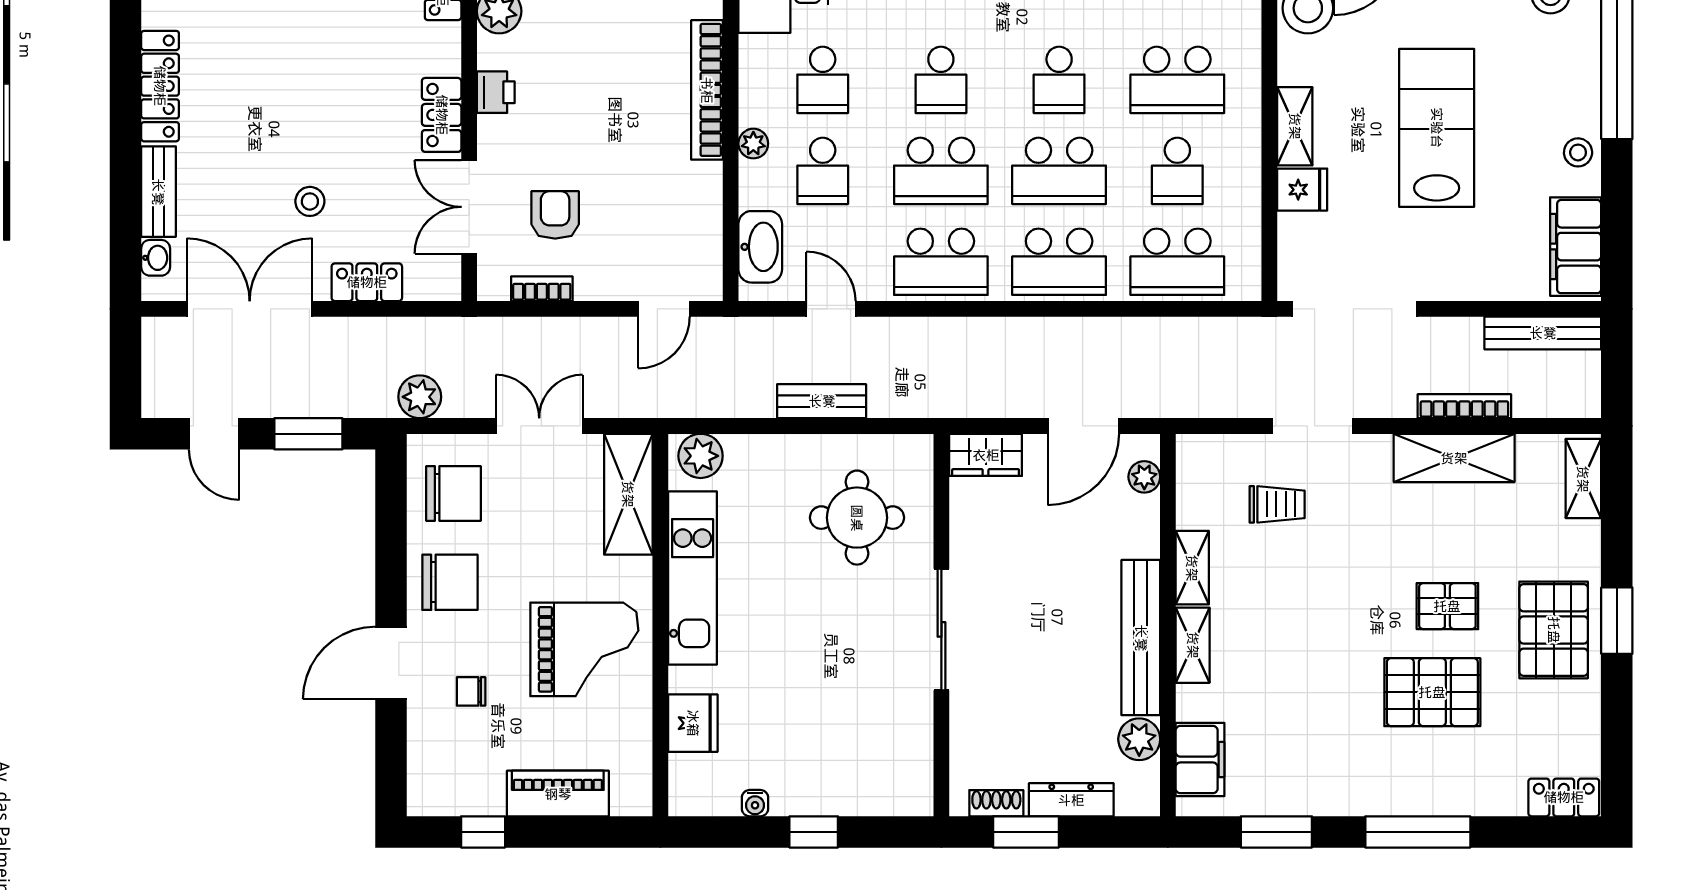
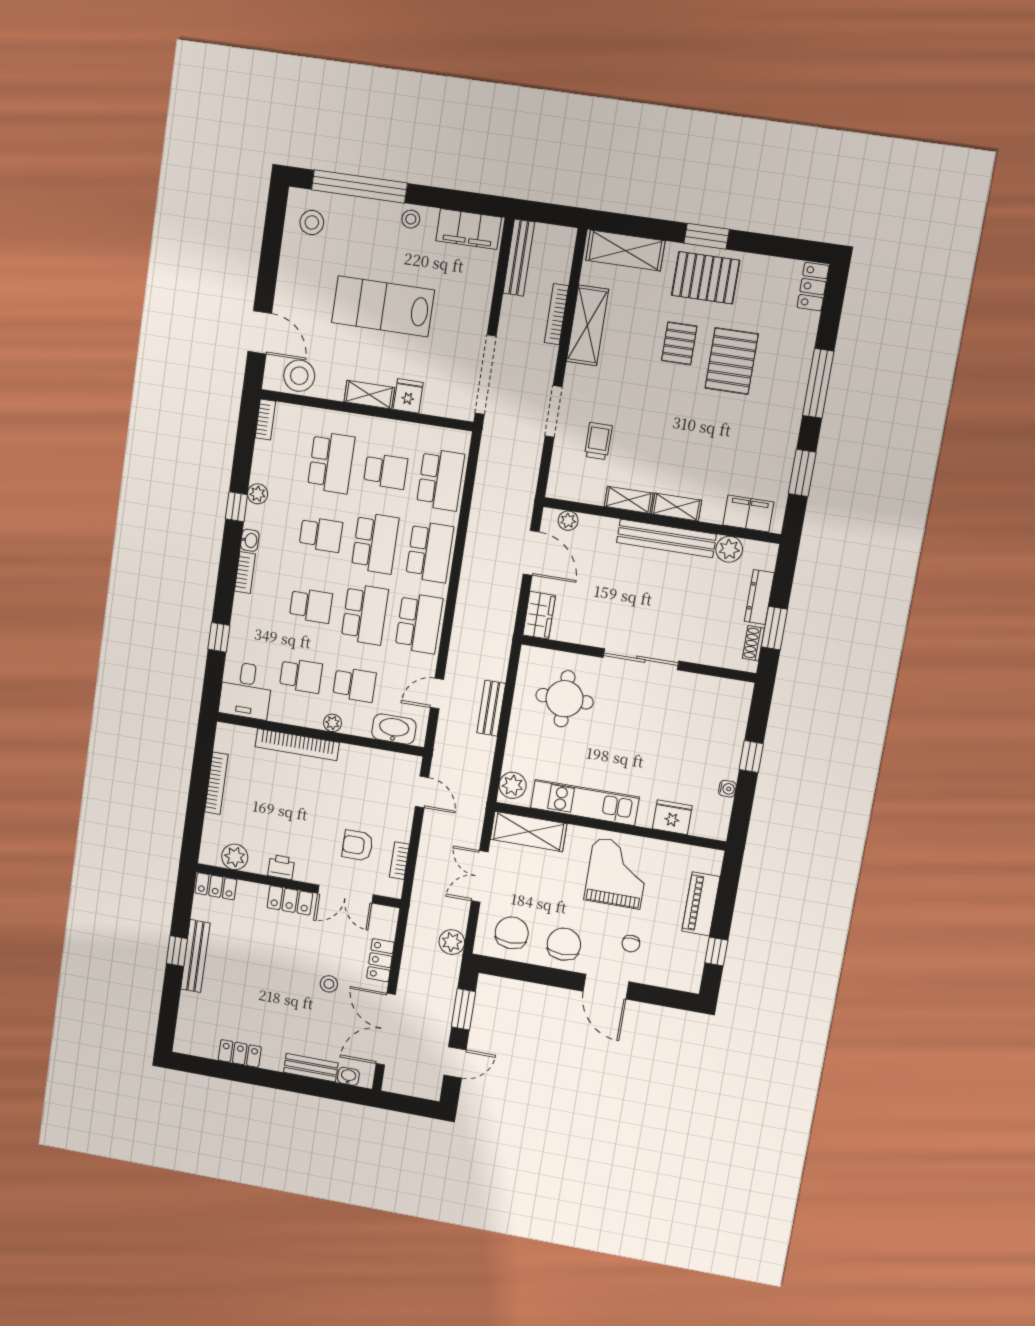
locker: (160, 86) -> (240, 1053), width x0.66
shelving: (1583, 479) -> (625, 250), width x1.50, depth x1.33

